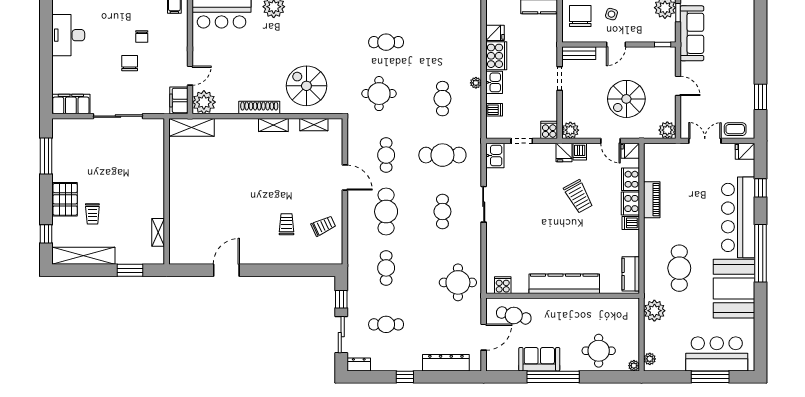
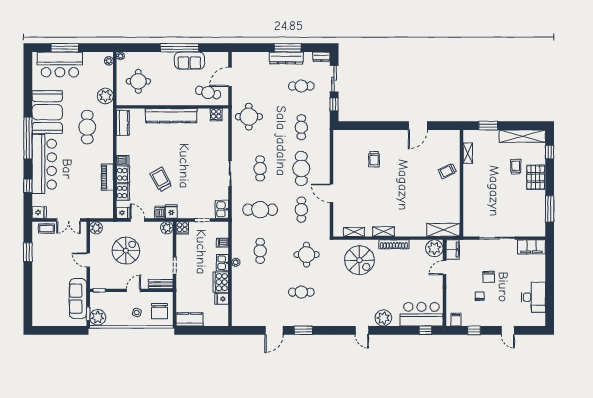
trolley: (323, 226) -> (447, 171), moved
round table: (599, 351) -> (138, 81), moved
dresser: (446, 363) -> (286, 58), moved
window: (405, 377) -> (288, 48), width x2.17

